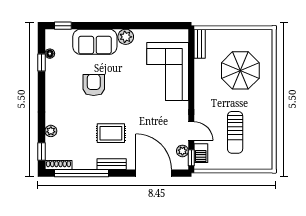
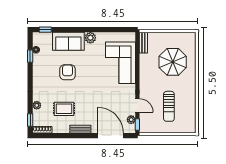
rug: (111, 133) -> (64, 109), moved
barbecue: (201, 153) -> (144, 121), removed
window: (81, 173) -> (59, 136), removed

